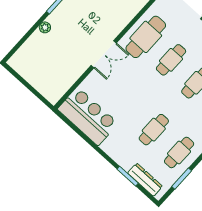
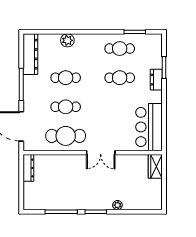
double door: (104, 54) -> (101, 153), swing flipped
wardrobe: (49, 91) -> (155, 166), added
dresser: (145, 180) -> (156, 80), moved, width x0.70

